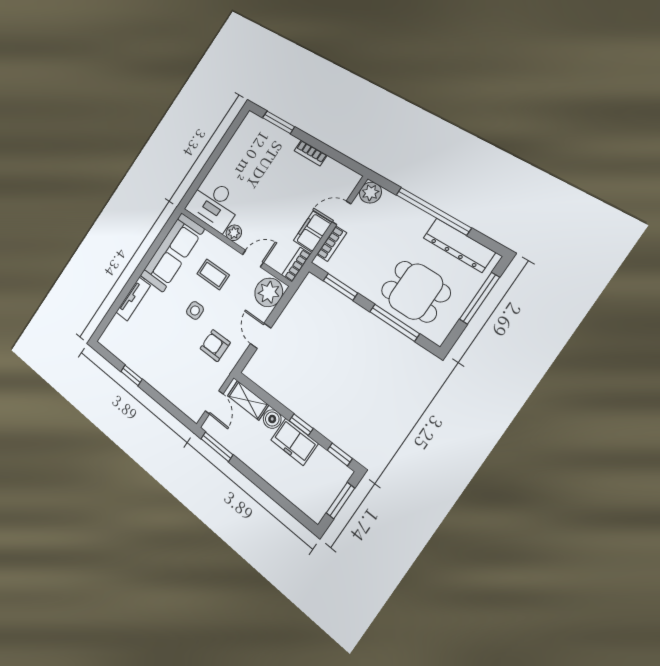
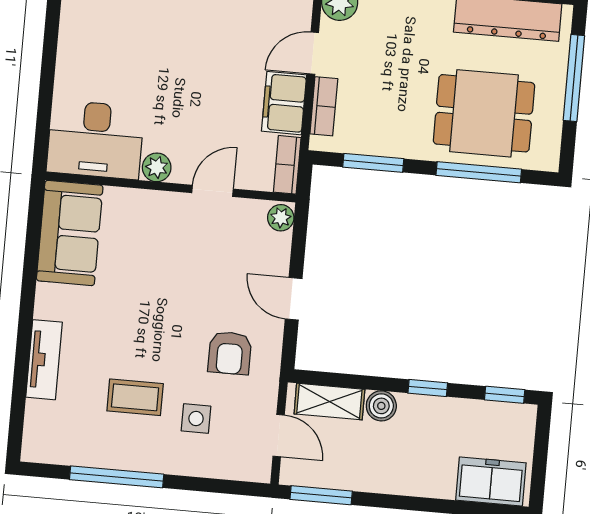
sofa: (172, 252) -> (70, 233), width x0.73
coffee table: (213, 274) -> (135, 397), moved
plant: (269, 292) -> (281, 218), width x0.53, depth x0.53
side table: (195, 310) -> (196, 419), moved
armchair: (215, 346) -> (230, 353), turned -90
window: (131, 375) -> (117, 477), width x2.17
freezer: (294, 442) -> (491, 482), moved, turned 180
window: (341, 501) -> (540, 455), removed

